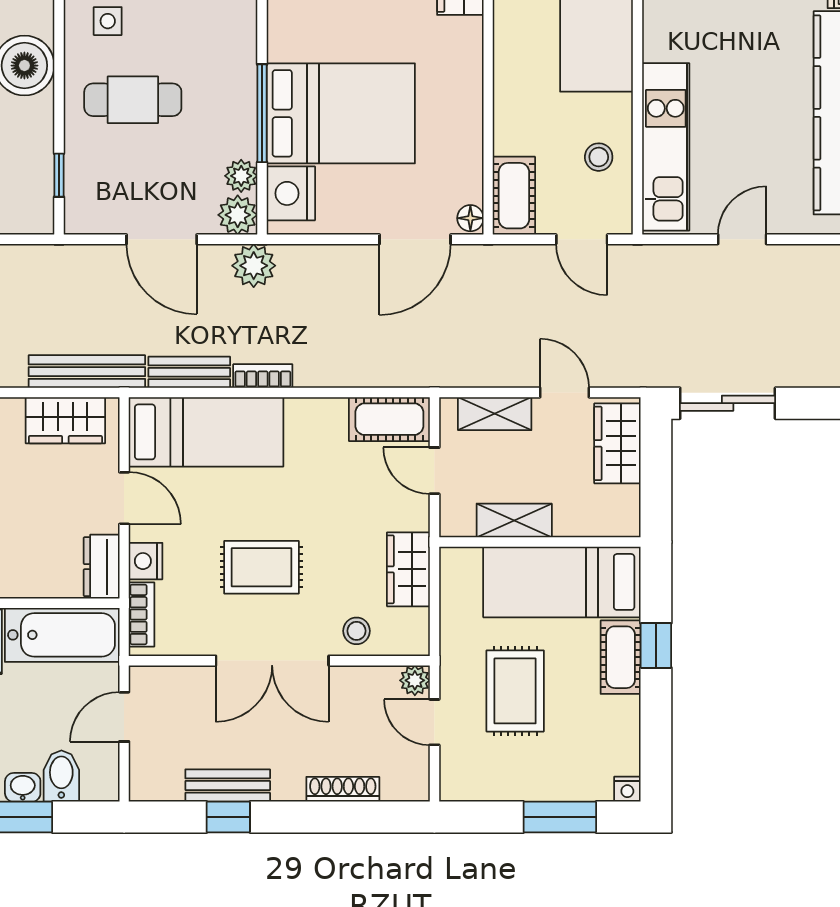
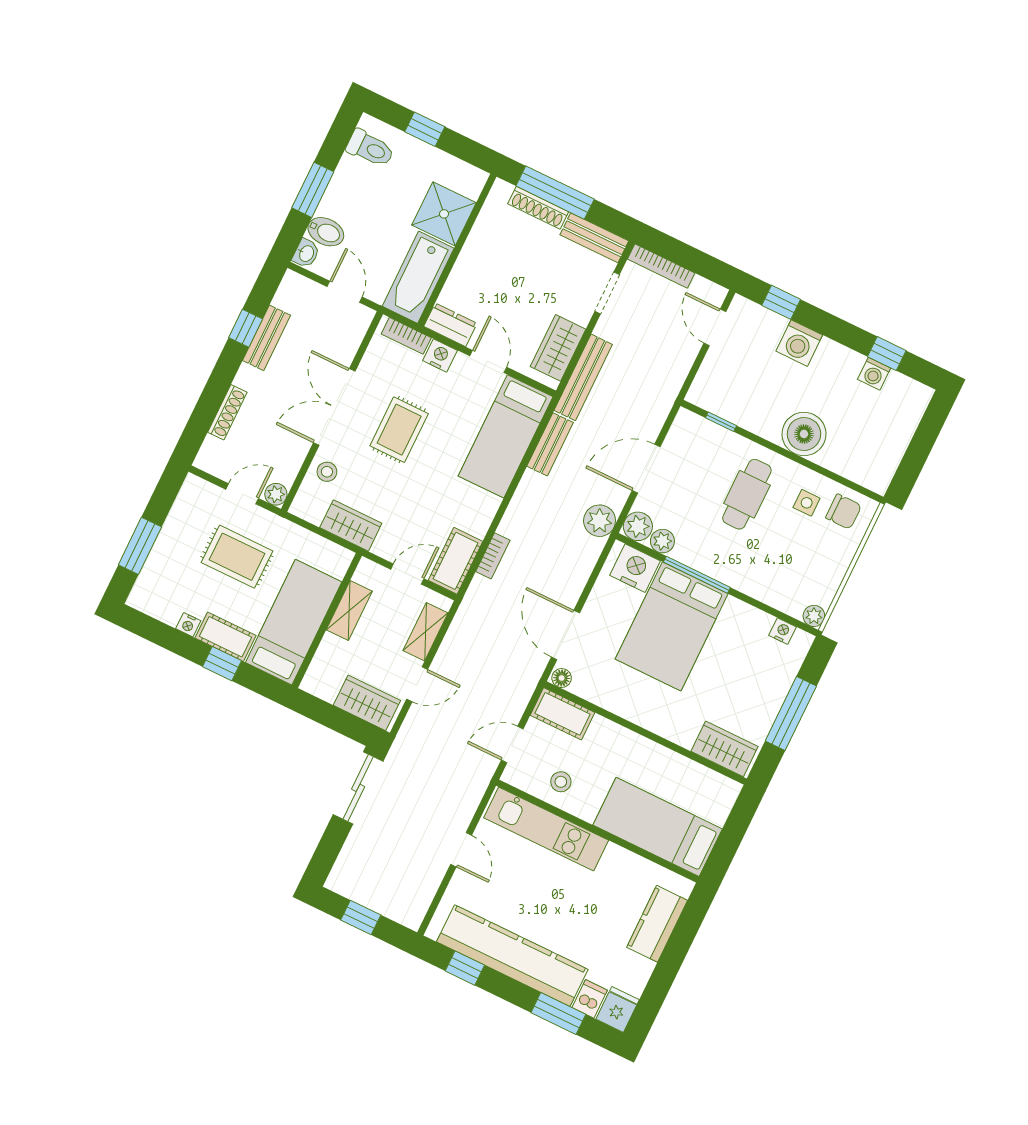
bookcase: (263, 376) -> (493, 556), moved
door: (124, 498) -> (488, 362), swing flipped
washbasin: (23, 787) -> (306, 253), moved
nightstand: (627, 789) -> (188, 625), moved, turned -90

